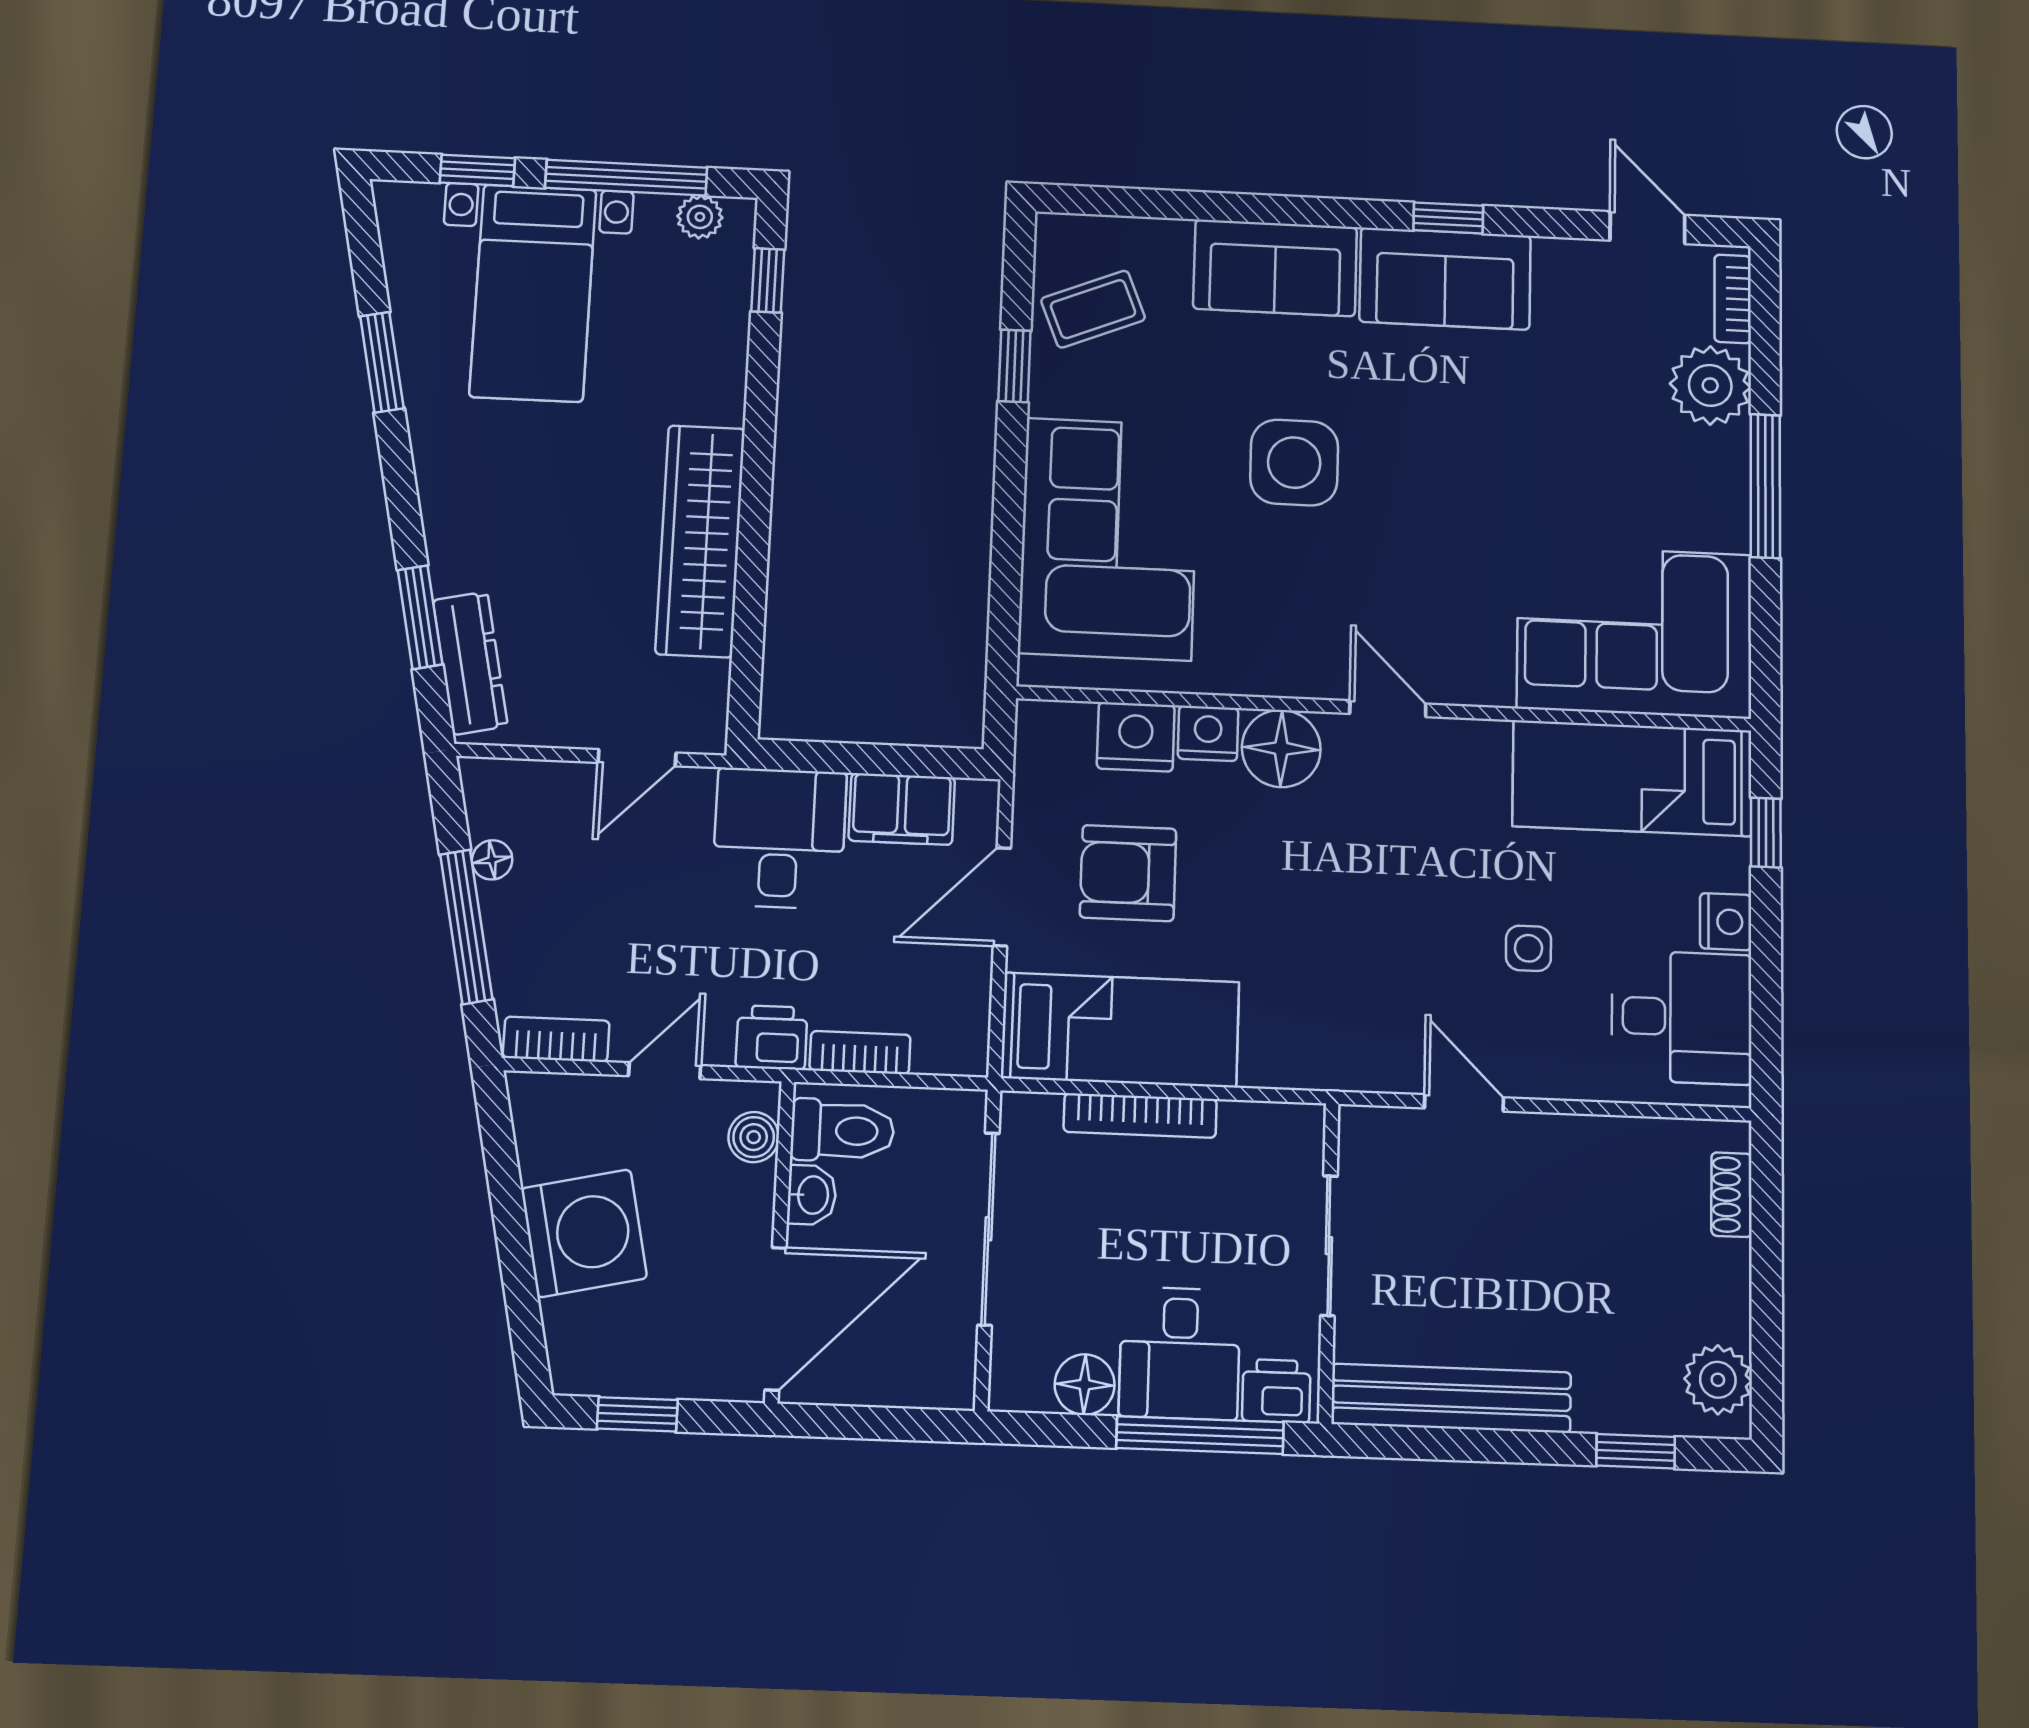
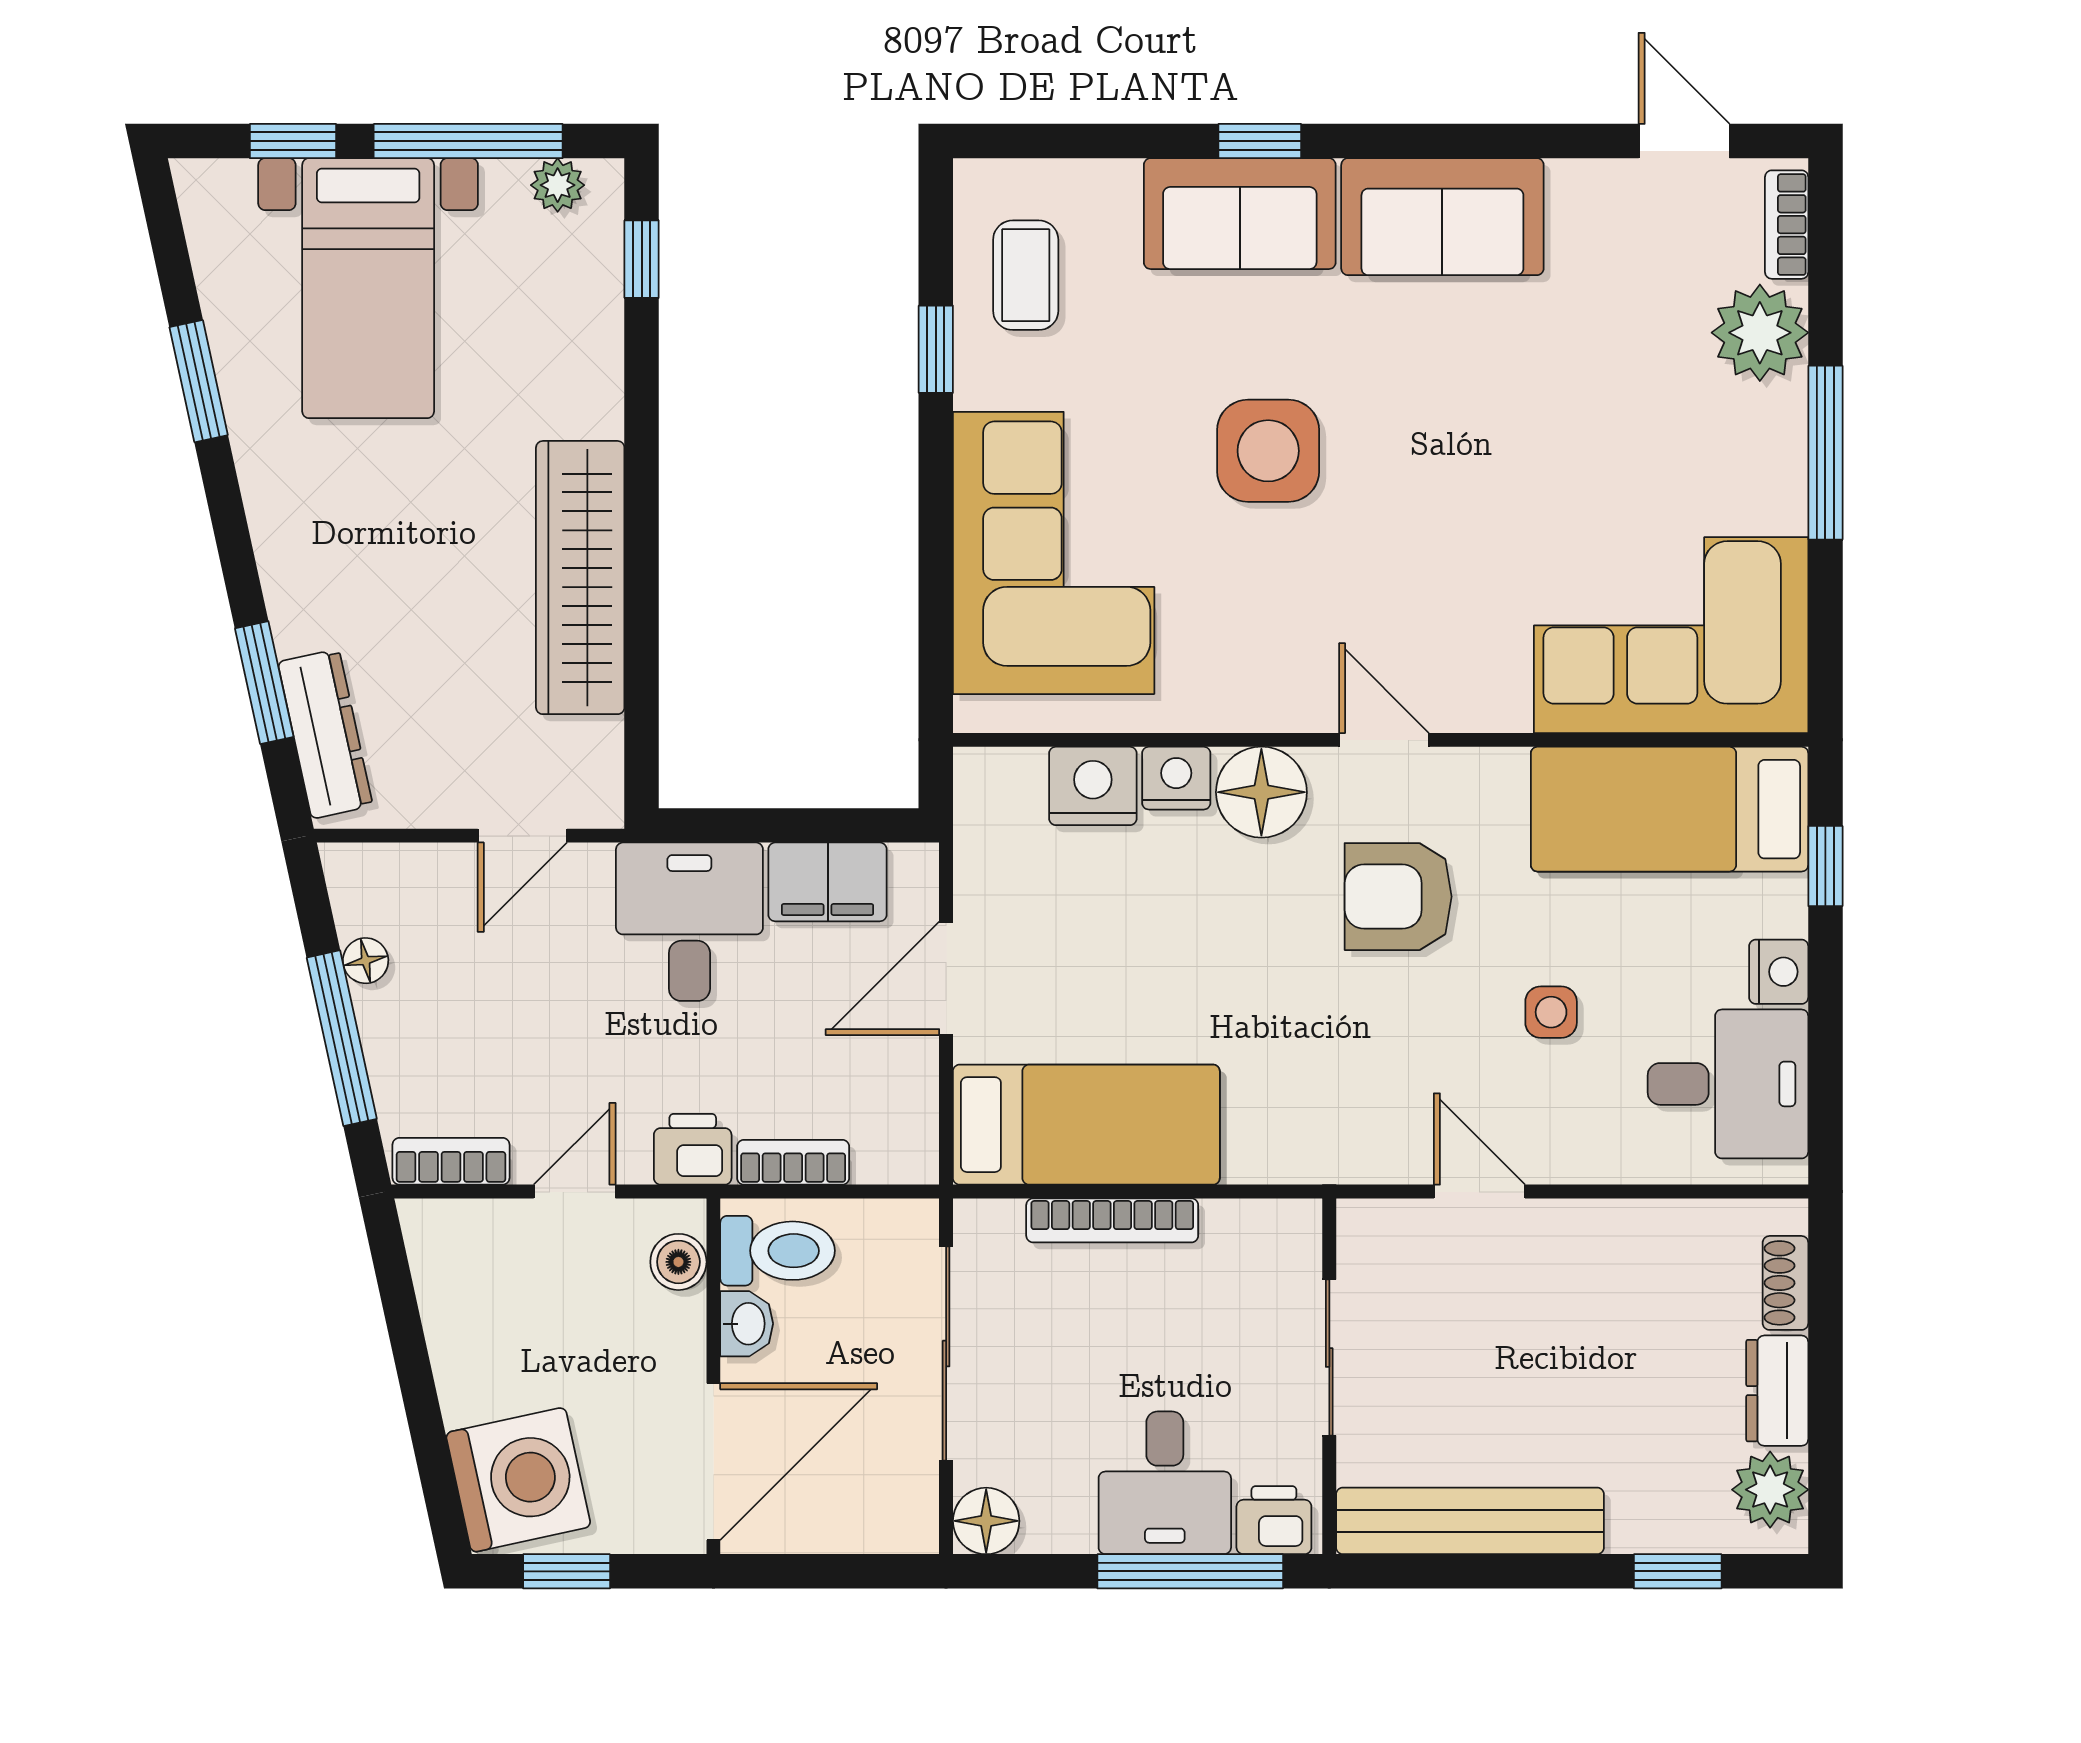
window: (1448, 218) -> (1260, 141), moved
coffee table: (1093, 309) -> (1026, 275), turned -68
armchair: (1128, 873) -> (1398, 897), moved
washing machine: (584, 1233) -> (518, 1480), moved
dresser: (1724, 1291) -> (1777, 1391), added
floor lamp: (1085, 1385) -> (986, 1521), moved

